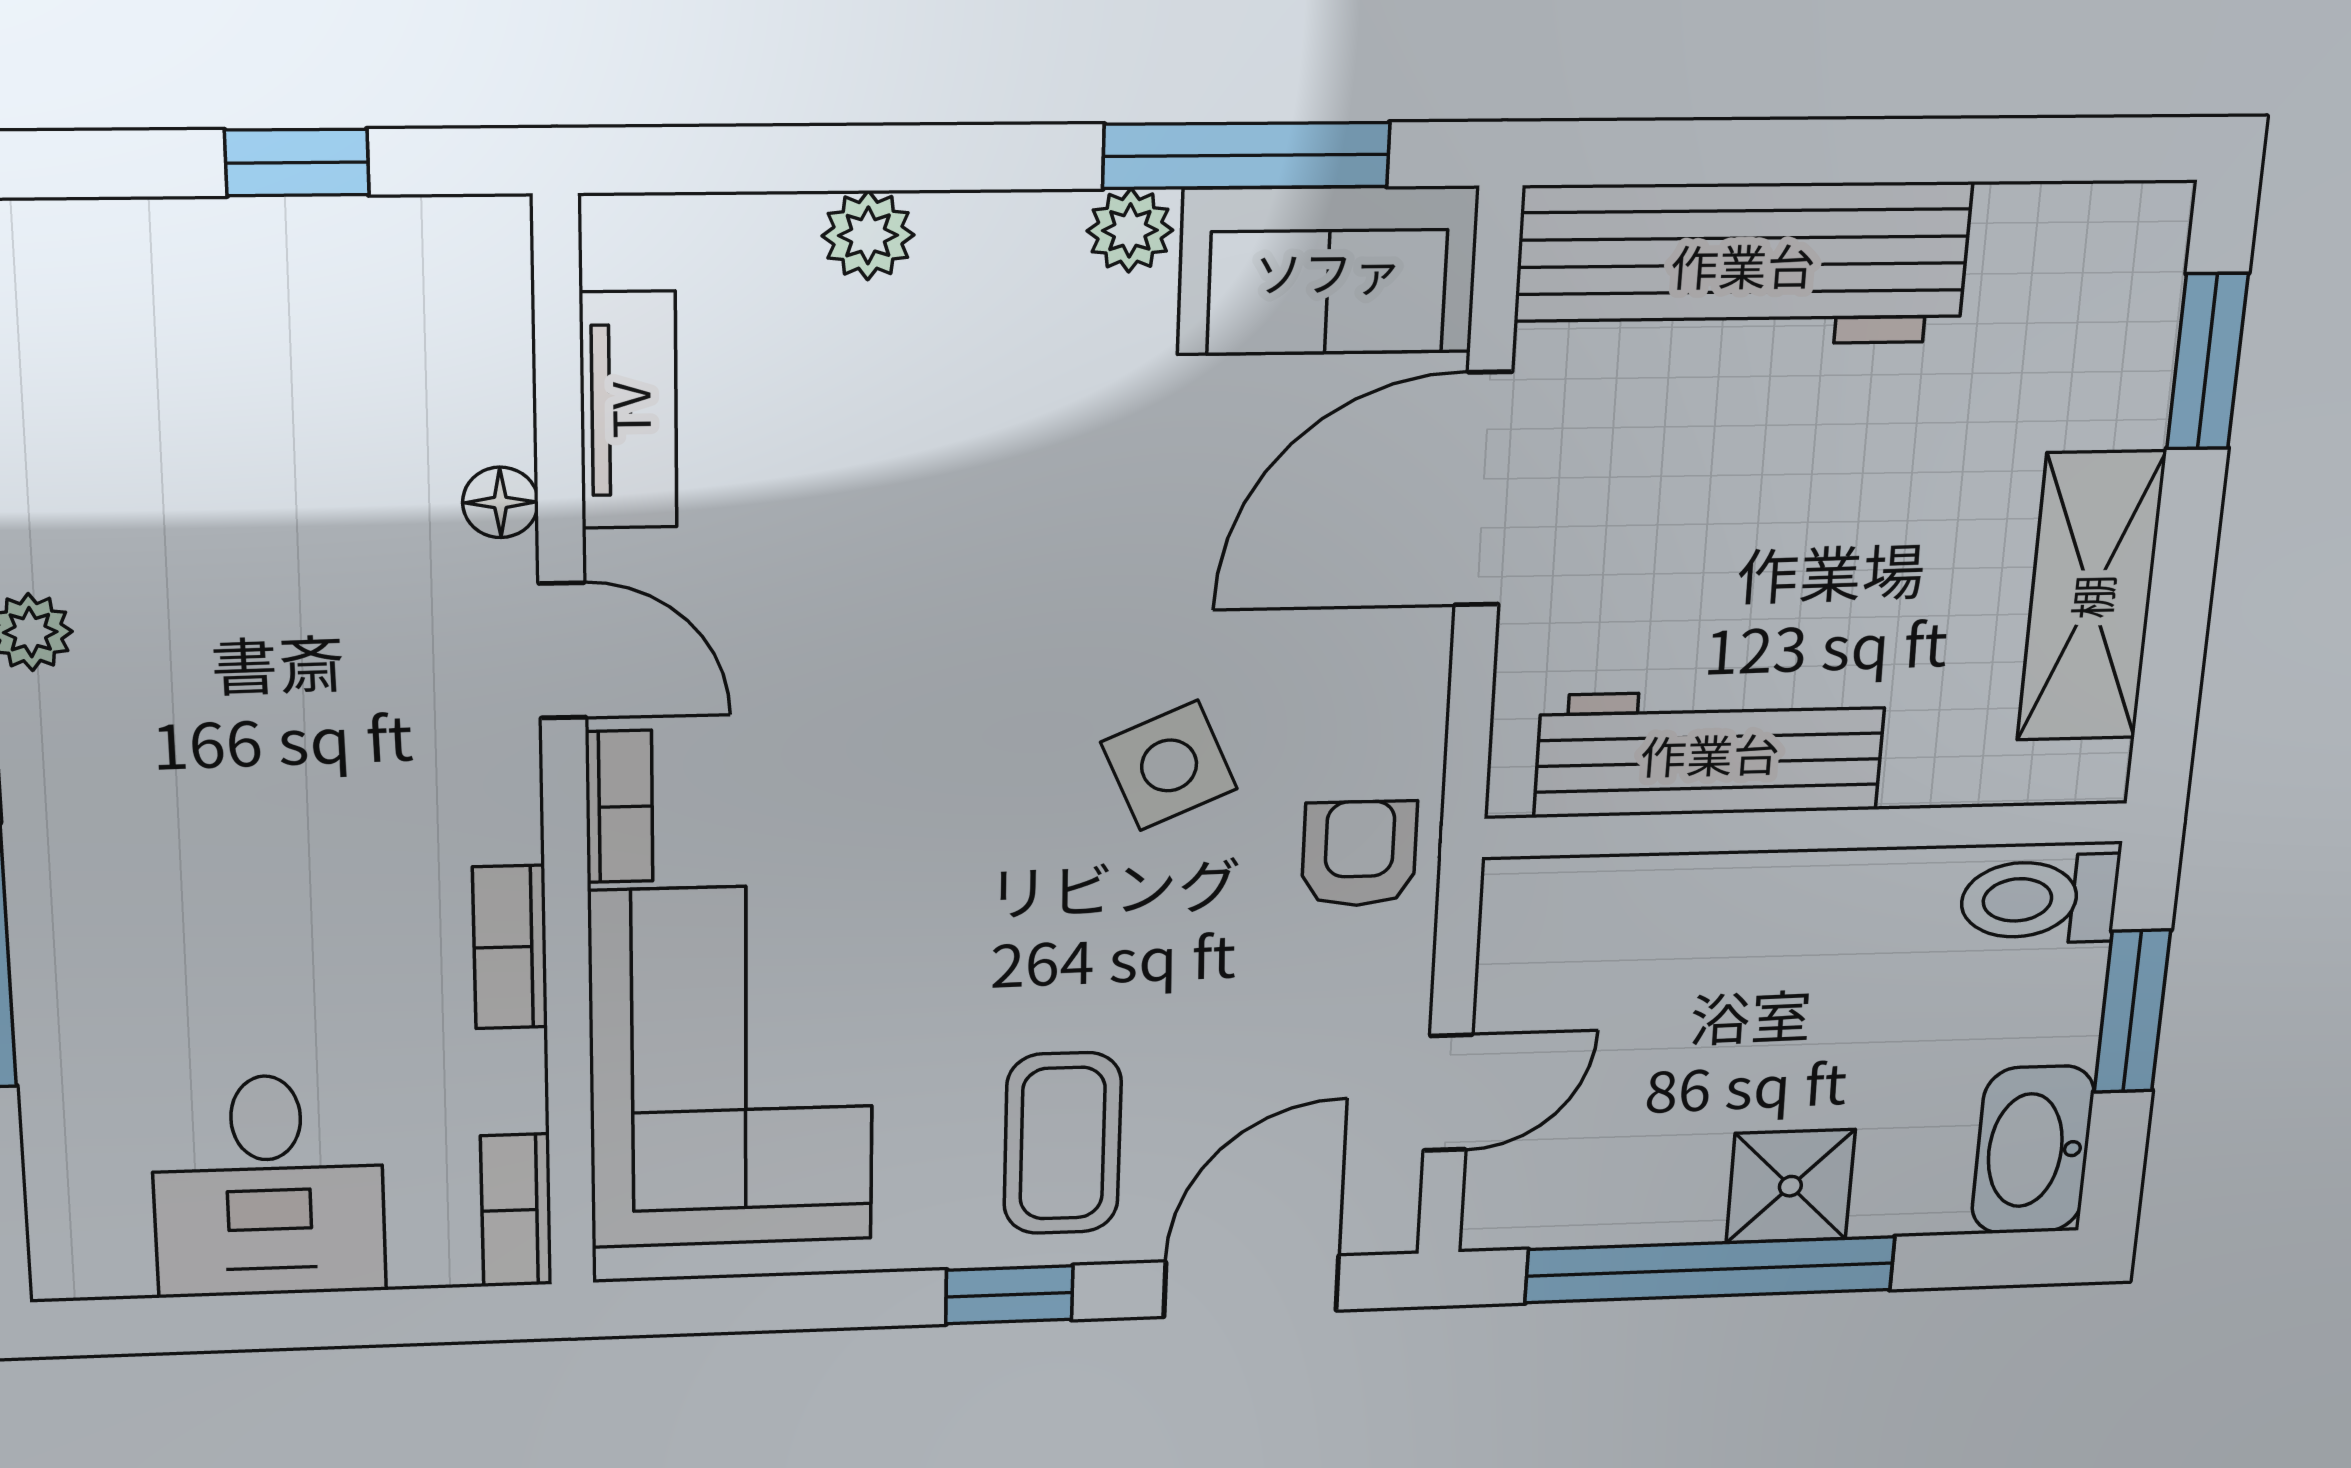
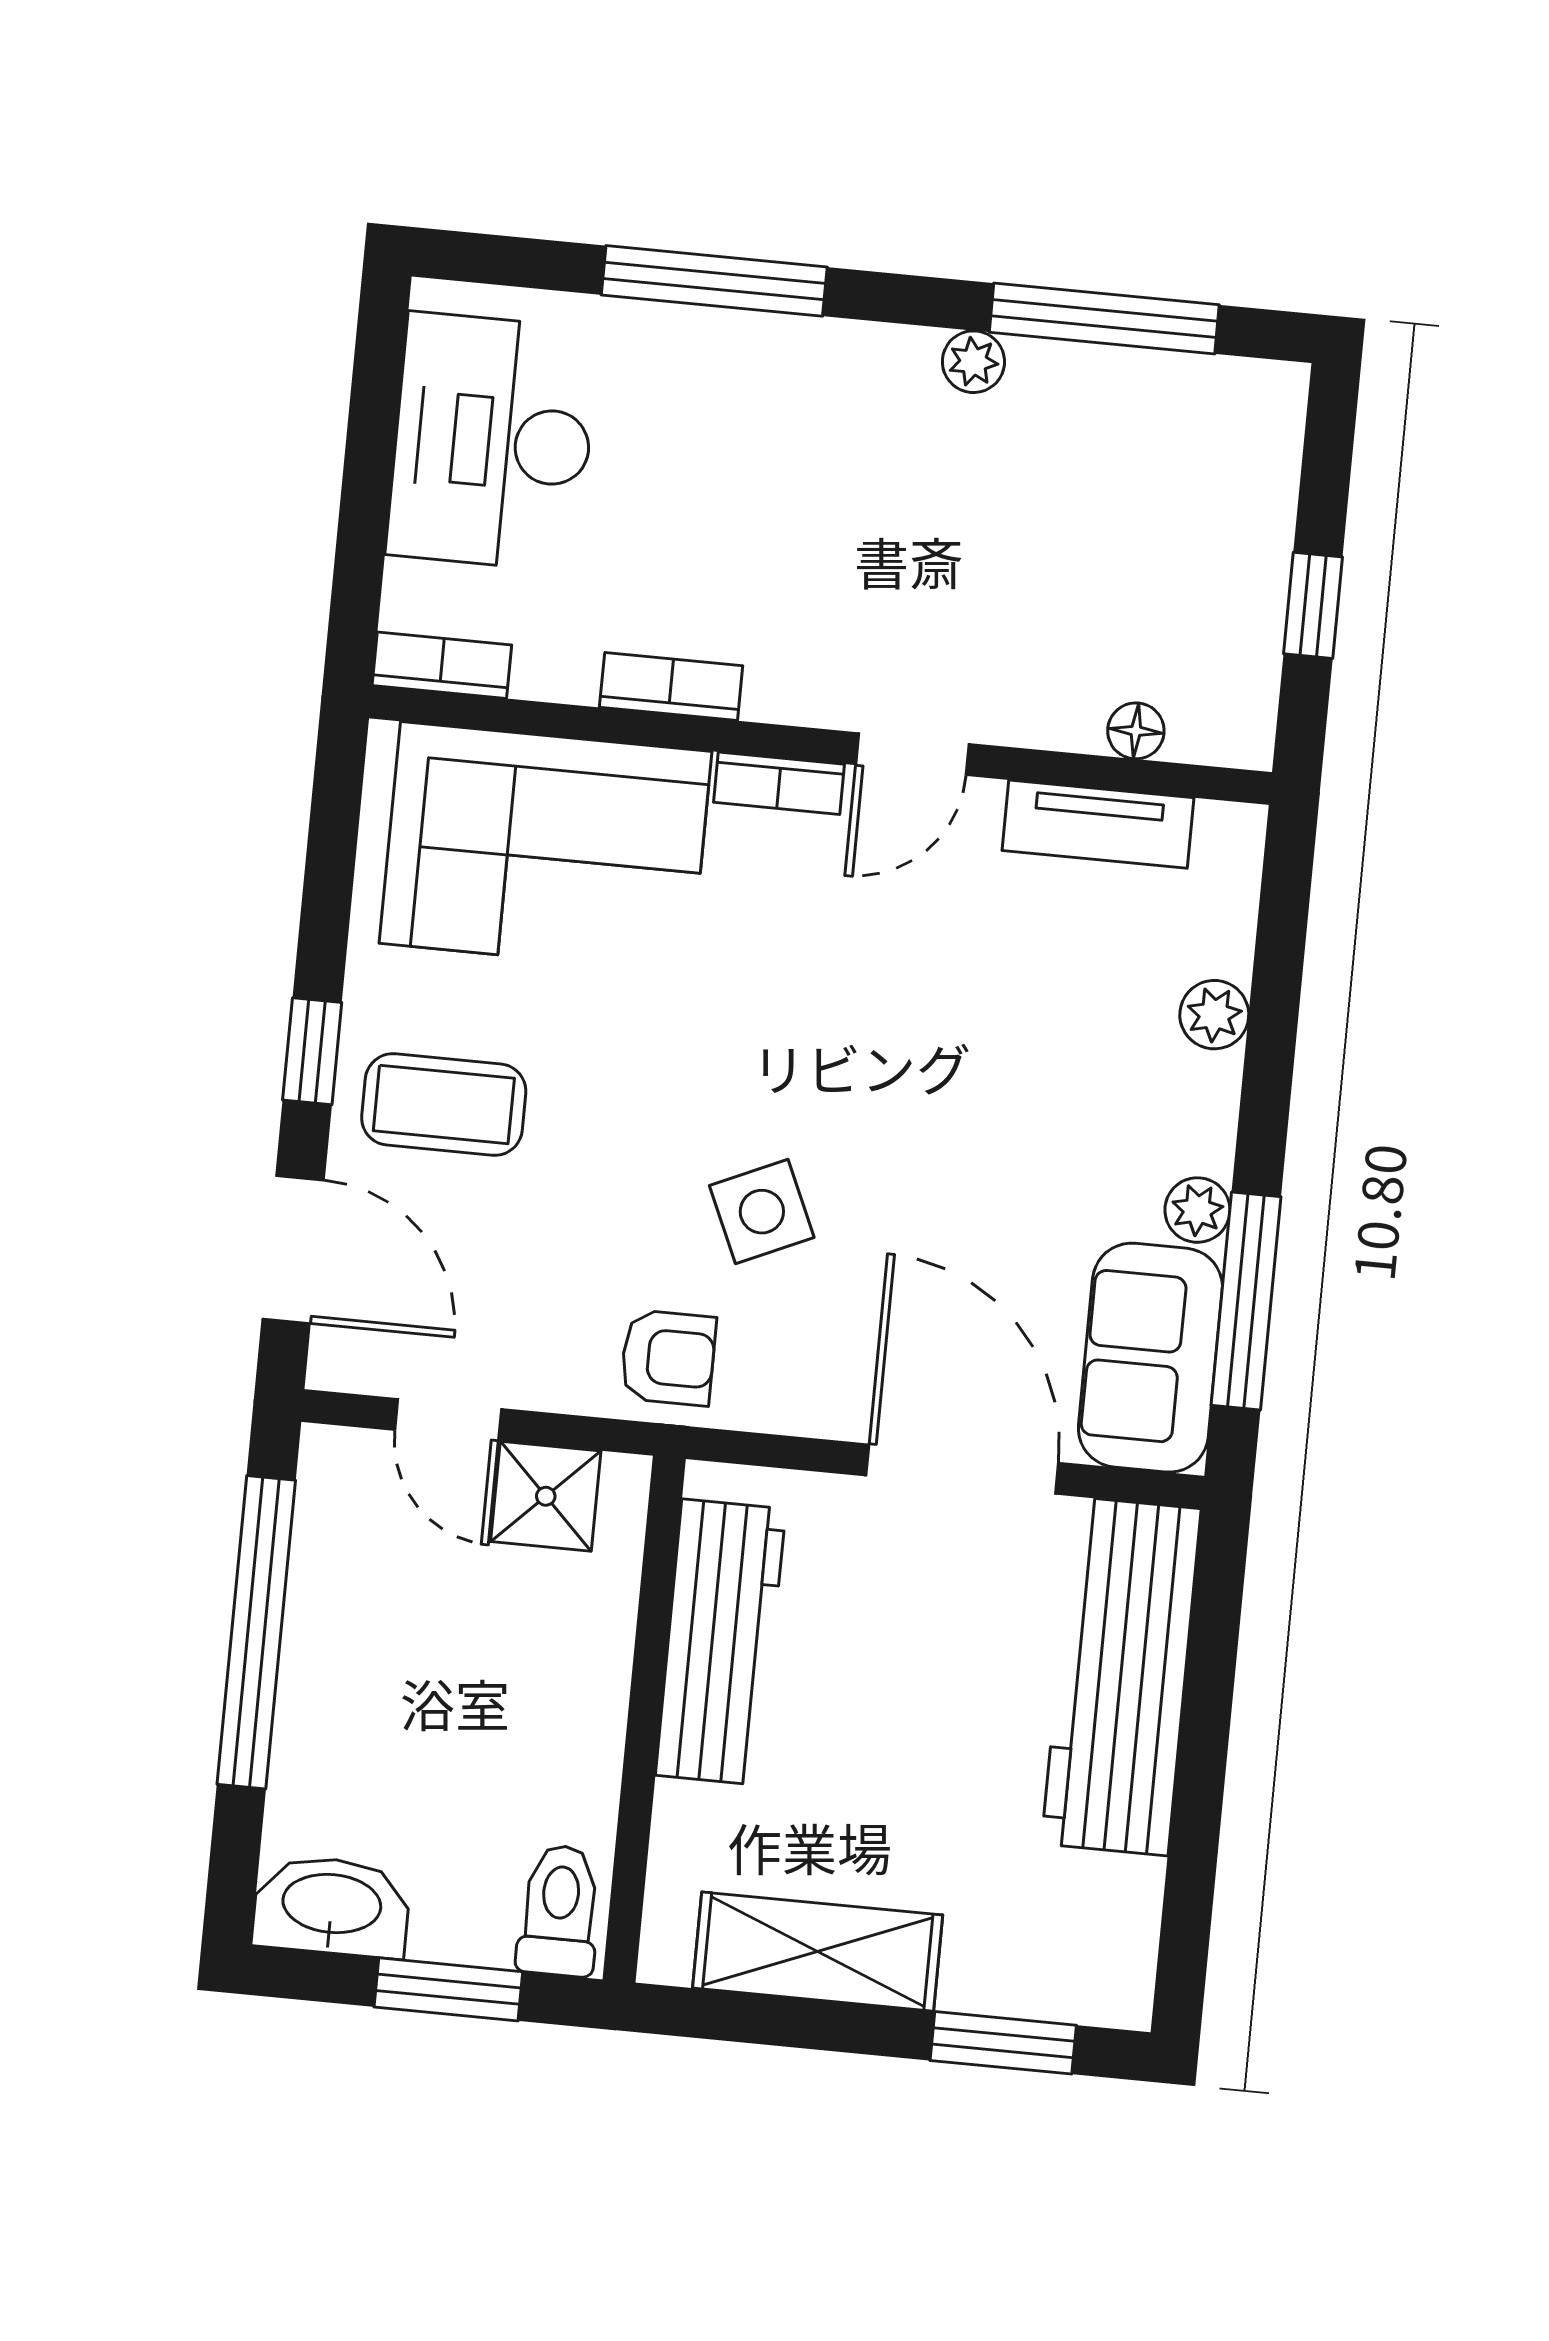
floor lamp: (500, 502) -> (1136, 731), moved
desk: (268, 1186) -> (492, 442), width x1.37
shower: (1790, 1186) -> (546, 1496), moved

